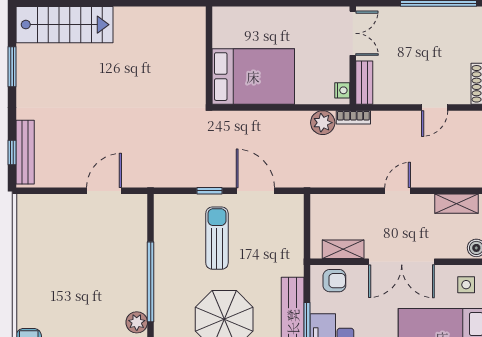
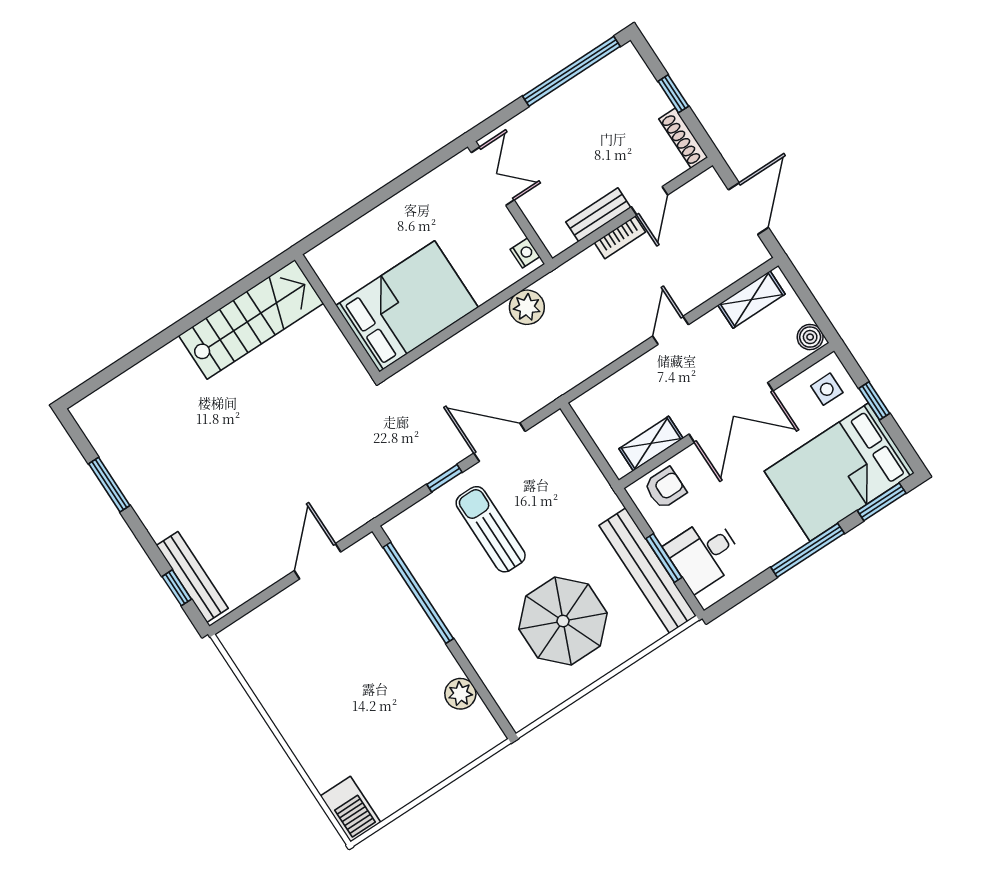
stairs: (64, 25) -> (251, 319), moved
bench: (364, 83) -> (598, 215), moved, turned 90
bookcase: (353, 117) -> (620, 237), moved
window: (151, 282) -> (418, 593), moved

